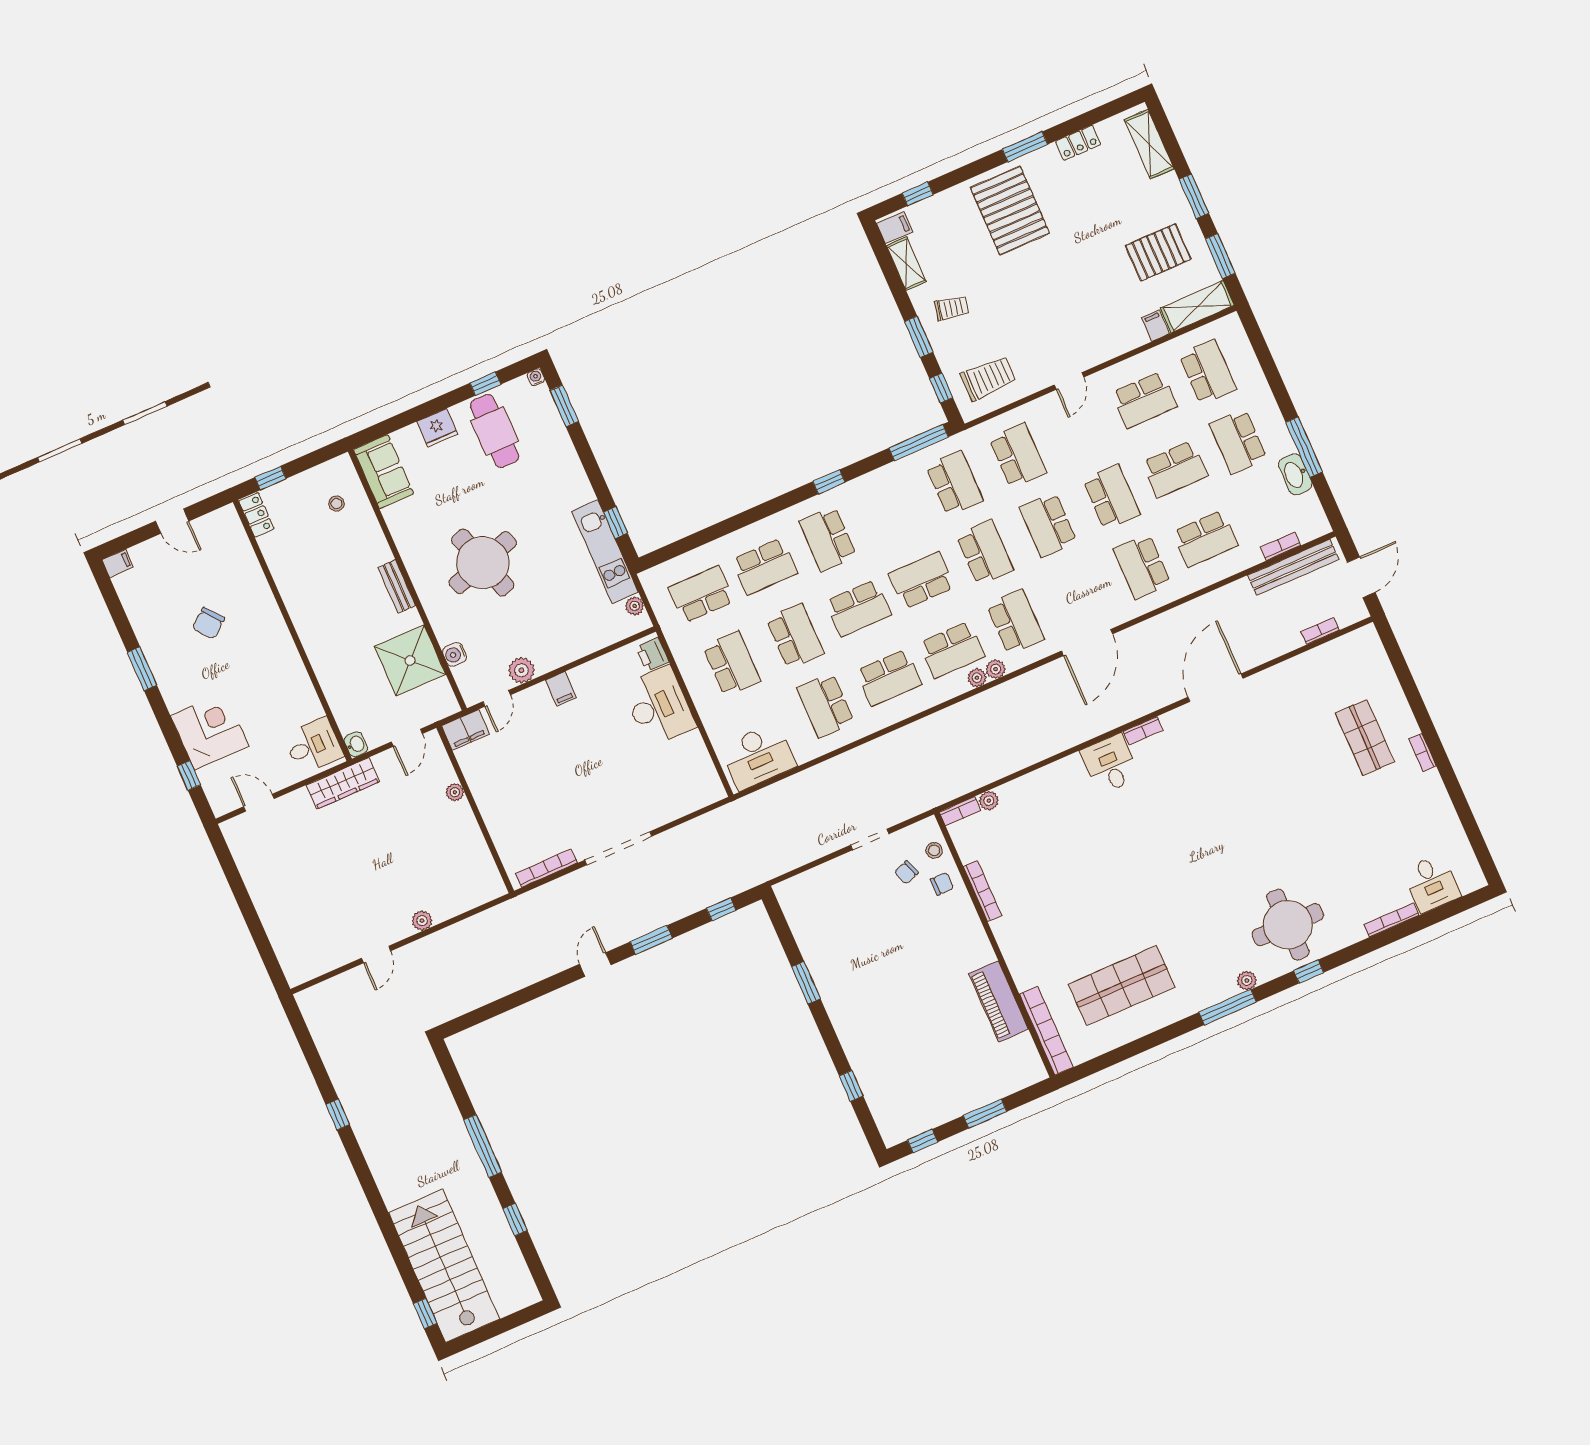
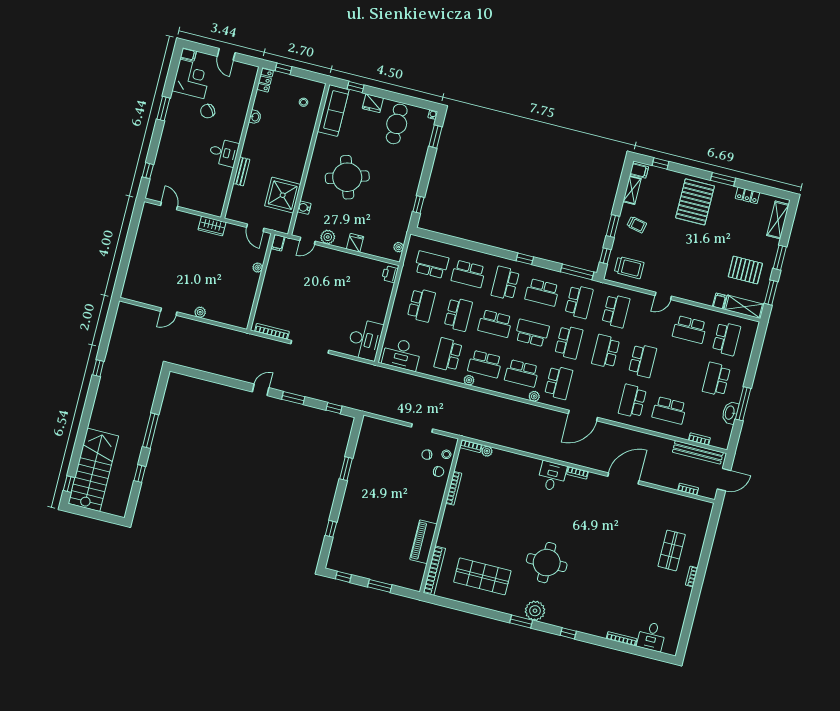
window: (485, 384) -> (356, 87), moved
school desk: (1175, 469) -> (542, 292), moved
sofa: (384, 472) -> (333, 110), width x1.36
kitchen unit: (605, 552) -> (404, 214), removed
bench: (397, 586) -> (241, 171), moved
fridge: (567, 648) -> (355, 243), added
plant: (977, 678) -> (469, 380), moved
filing cabinet: (561, 689) -> (339, 258), removed
desk: (659, 706) -> (365, 340), moved
filing cabinet: (465, 730) -> (278, 243), width x0.50
corner desk: (210, 731) -> (192, 79), moved
door: (407, 738) -> (255, 228), hinge flipped
washbasin: (356, 744) -> (255, 117), moved
desk: (313, 746) -> (224, 152), moved
wardrobe: (343, 783) -> (212, 226), width x0.67
round table: (1288, 925) -> (547, 563), moved
plant: (1247, 981) -> (535, 611), width x1.88, depth x1.88
window: (1228, 1007) -> (521, 621), width x0.69

